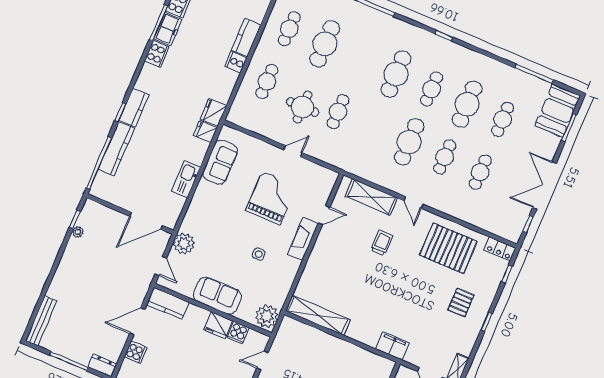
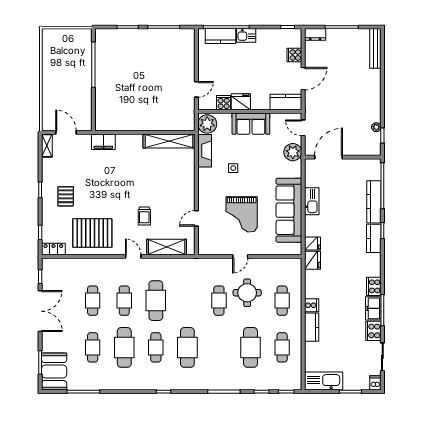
sofa: (220, 162) -> (289, 210), width x1.85, depth x1.27
fireplace: (303, 239) -> (205, 151), moved

